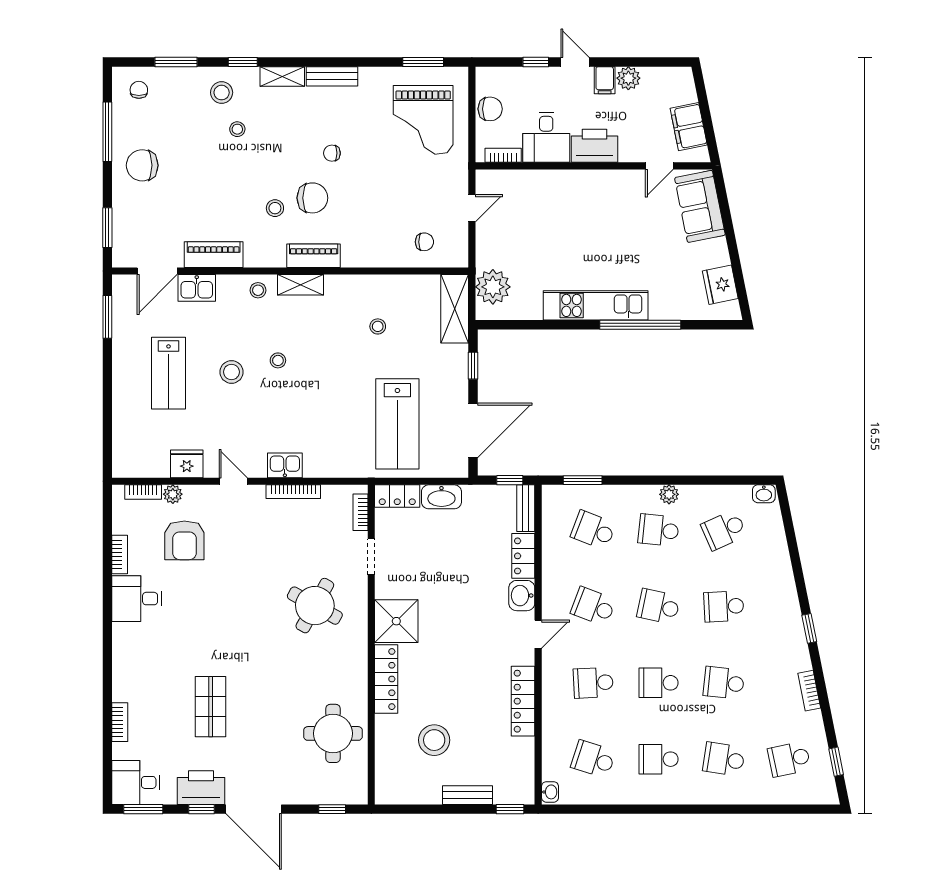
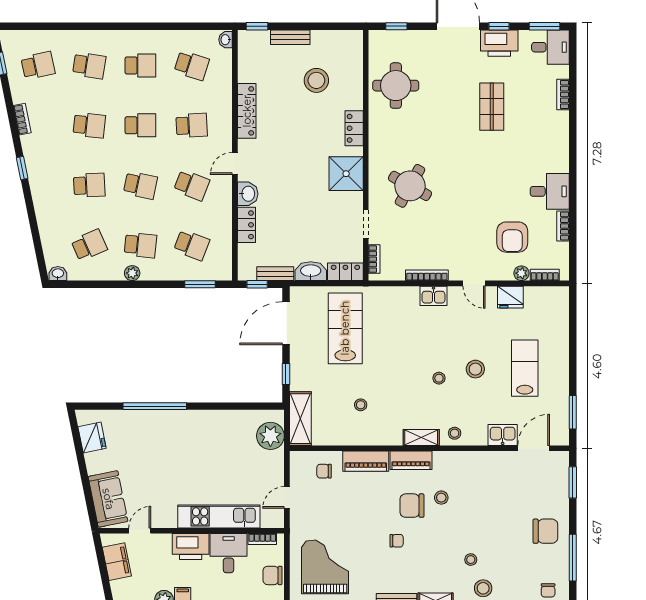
piano: (214, 255) -> (366, 461), moved
kitchen unit: (596, 305) -> (219, 516), moved, turned 180
bench: (526, 508) -> (275, 274), moved, turned 90
armchair: (184, 540) -> (512, 237), turned 180
locker: (386, 679) -> (354, 128), width x0.66

